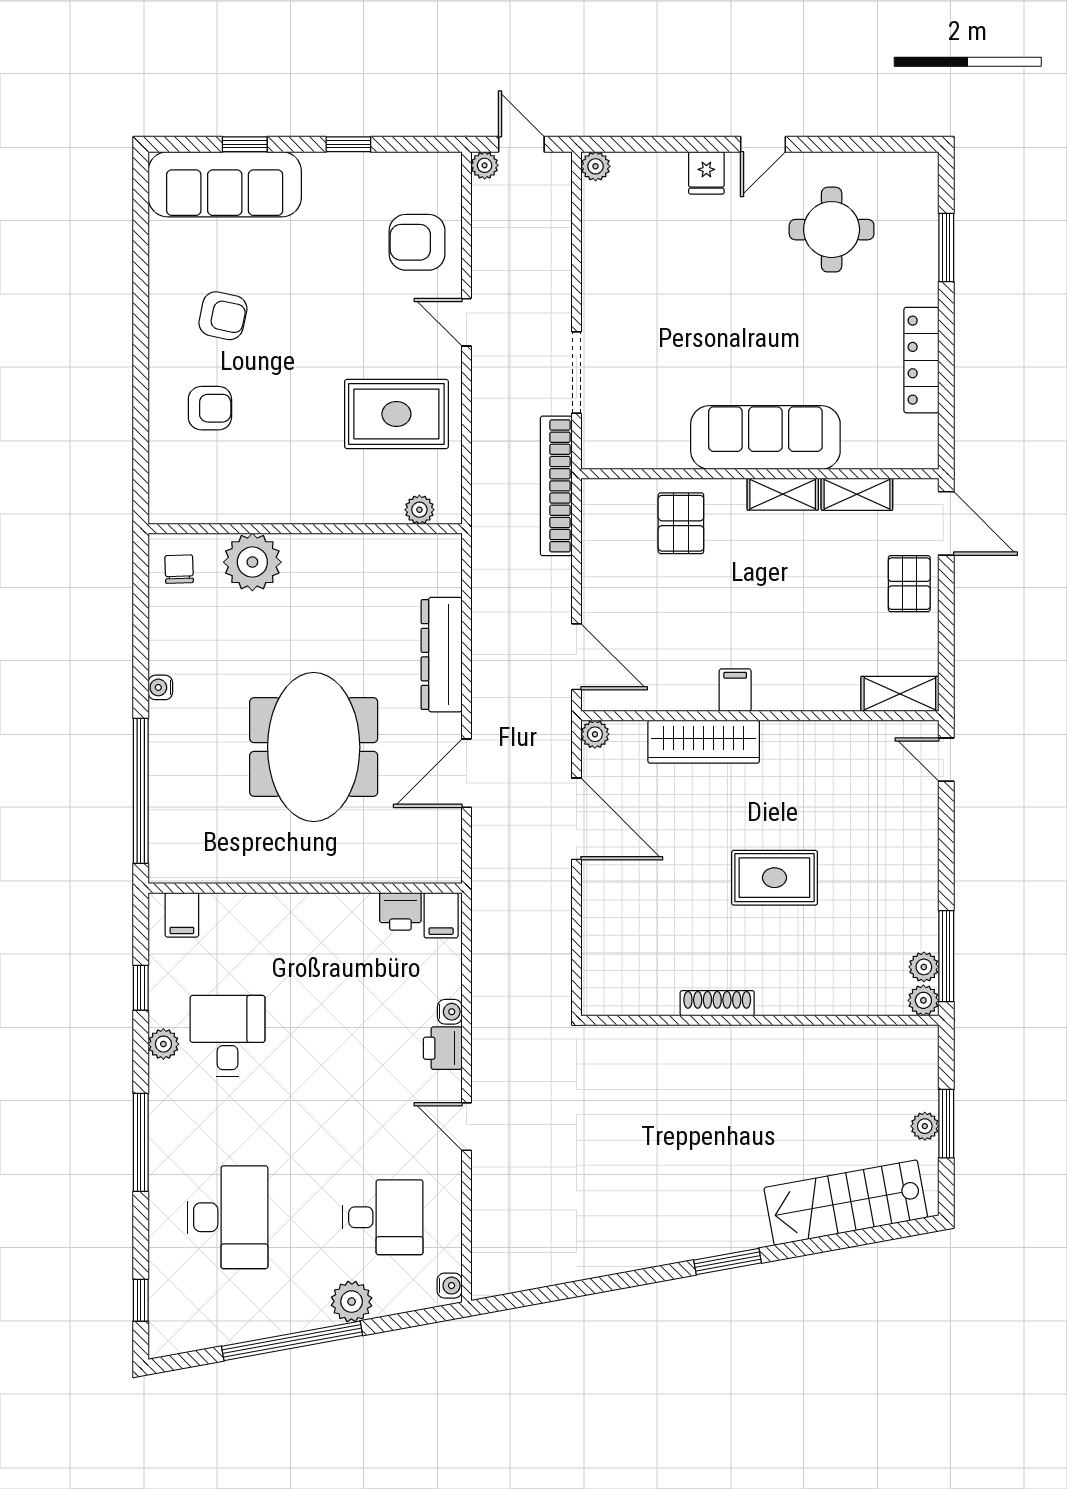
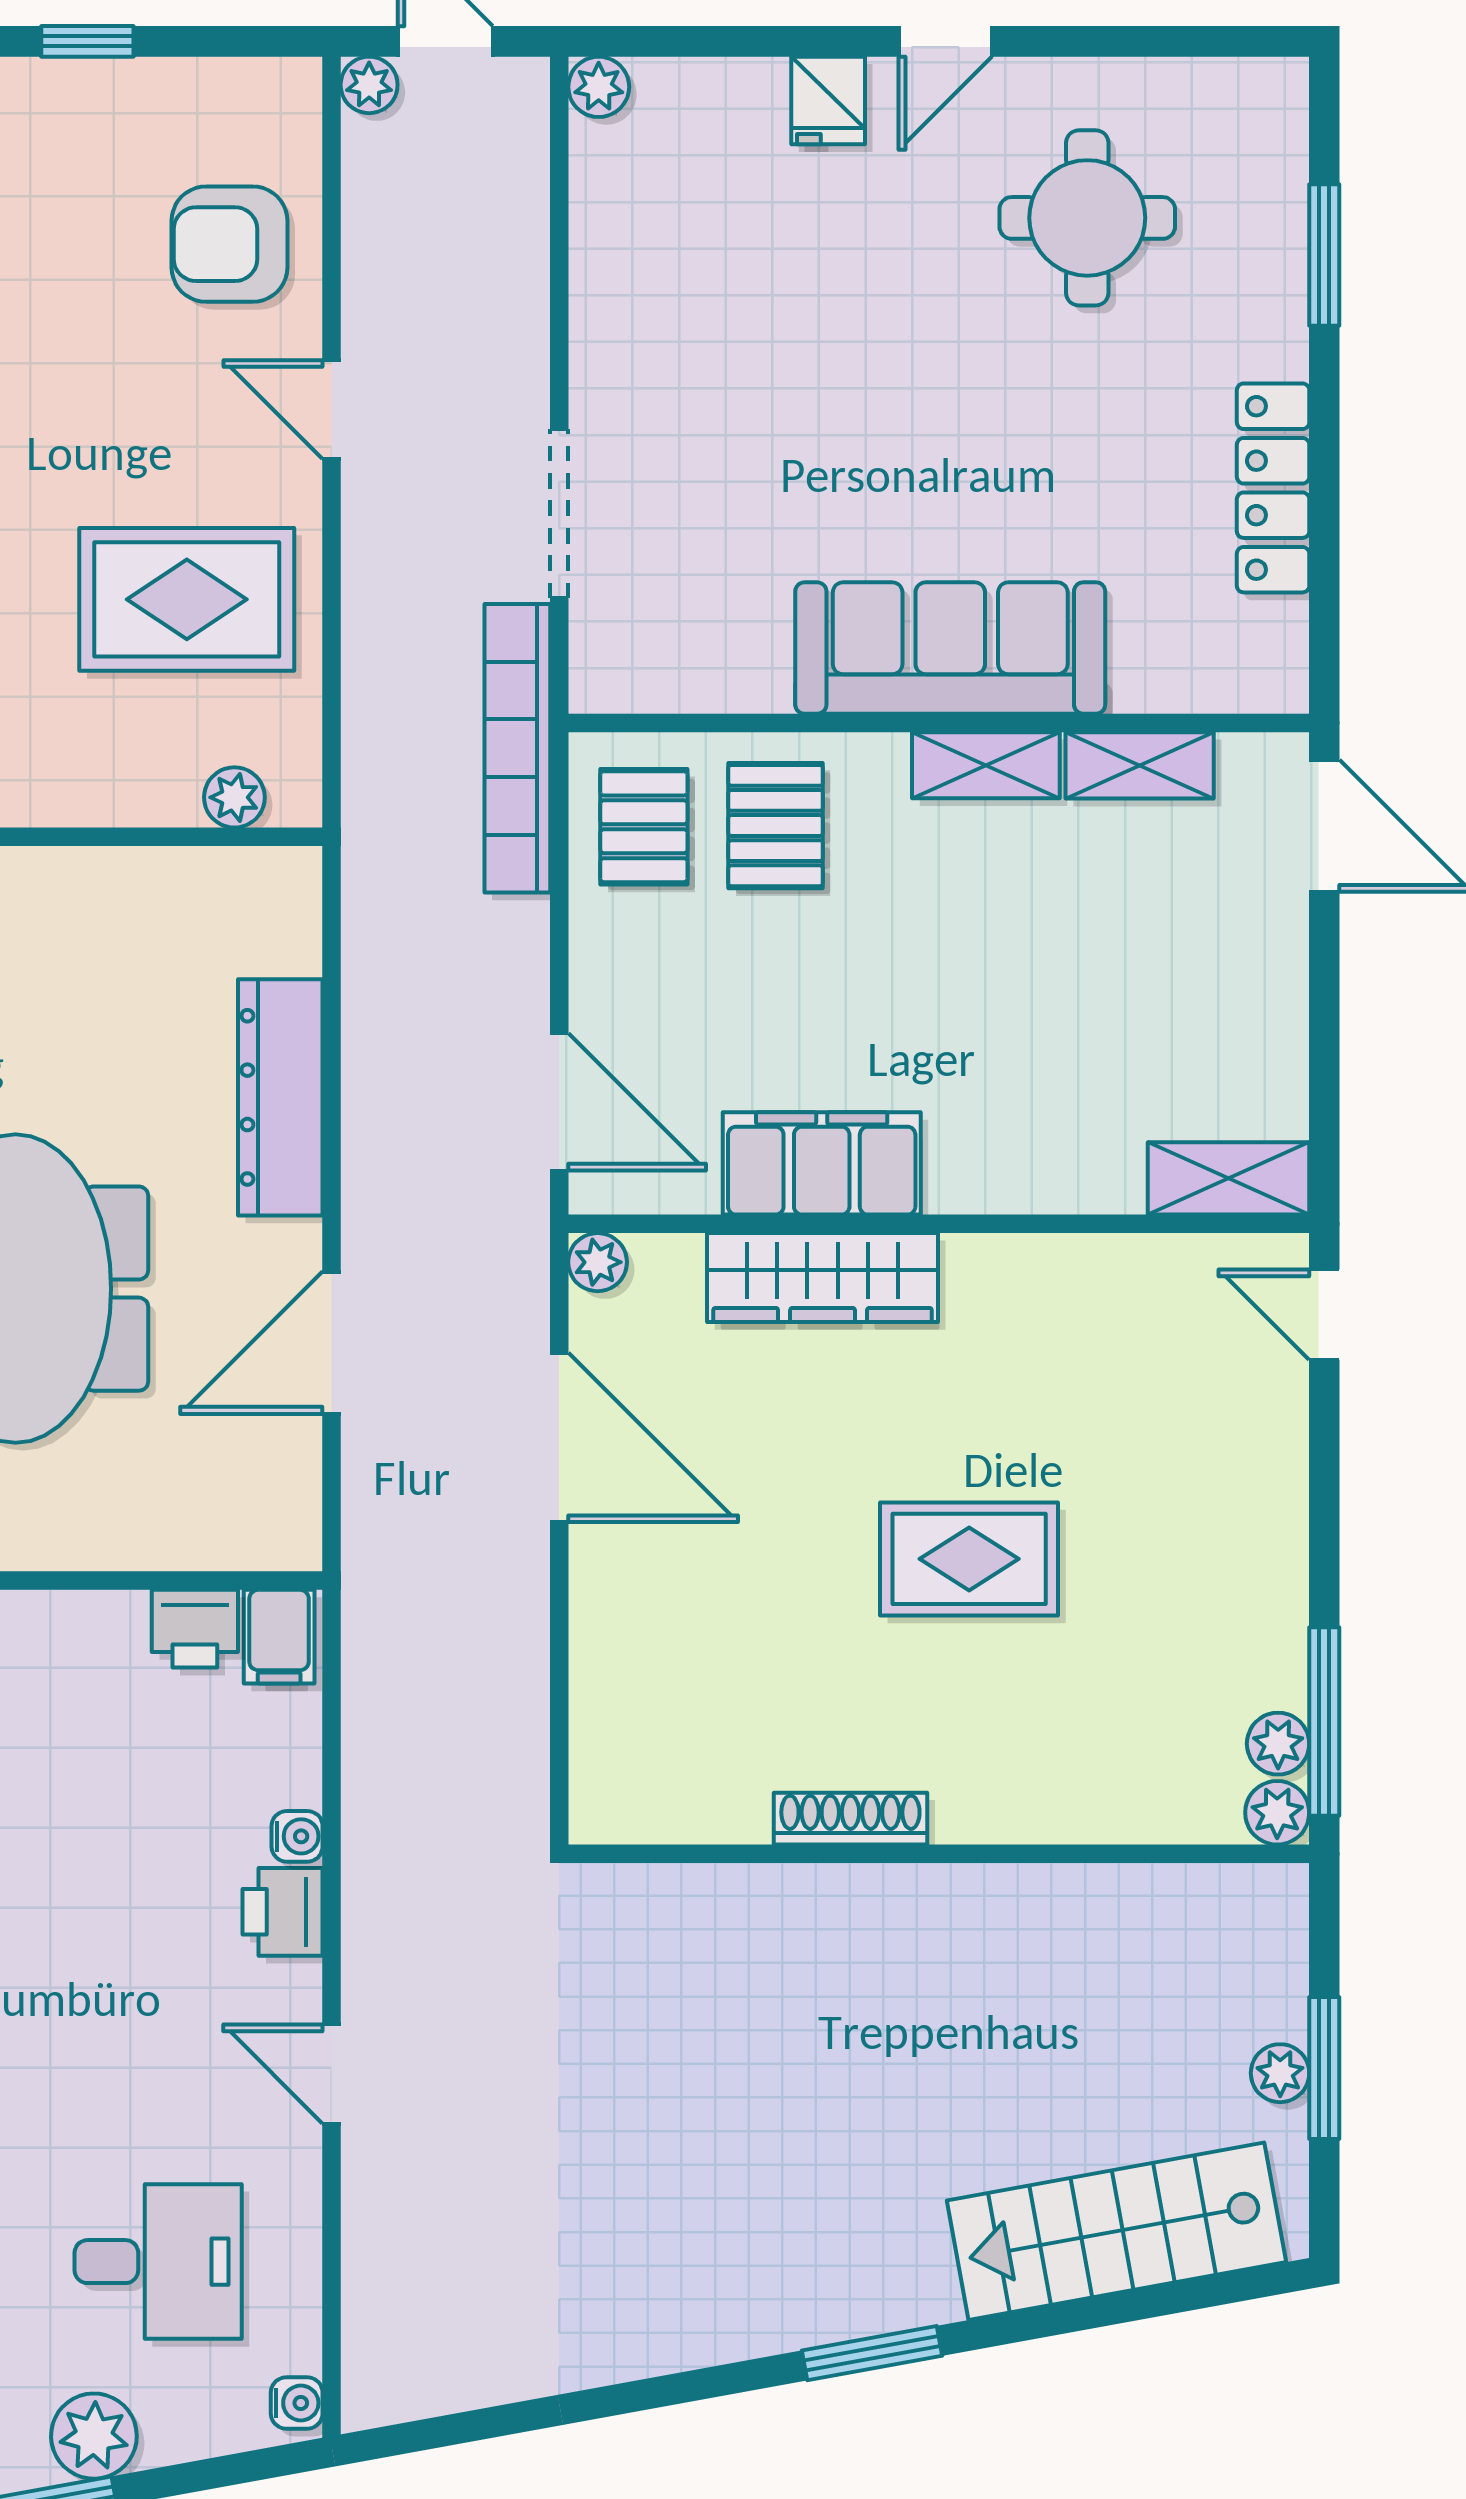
pallet: (909, 584) -> (644, 827), moved
filing cabinet: (735, 690) -> (822, 1163), width x3.00, depth x1.17

